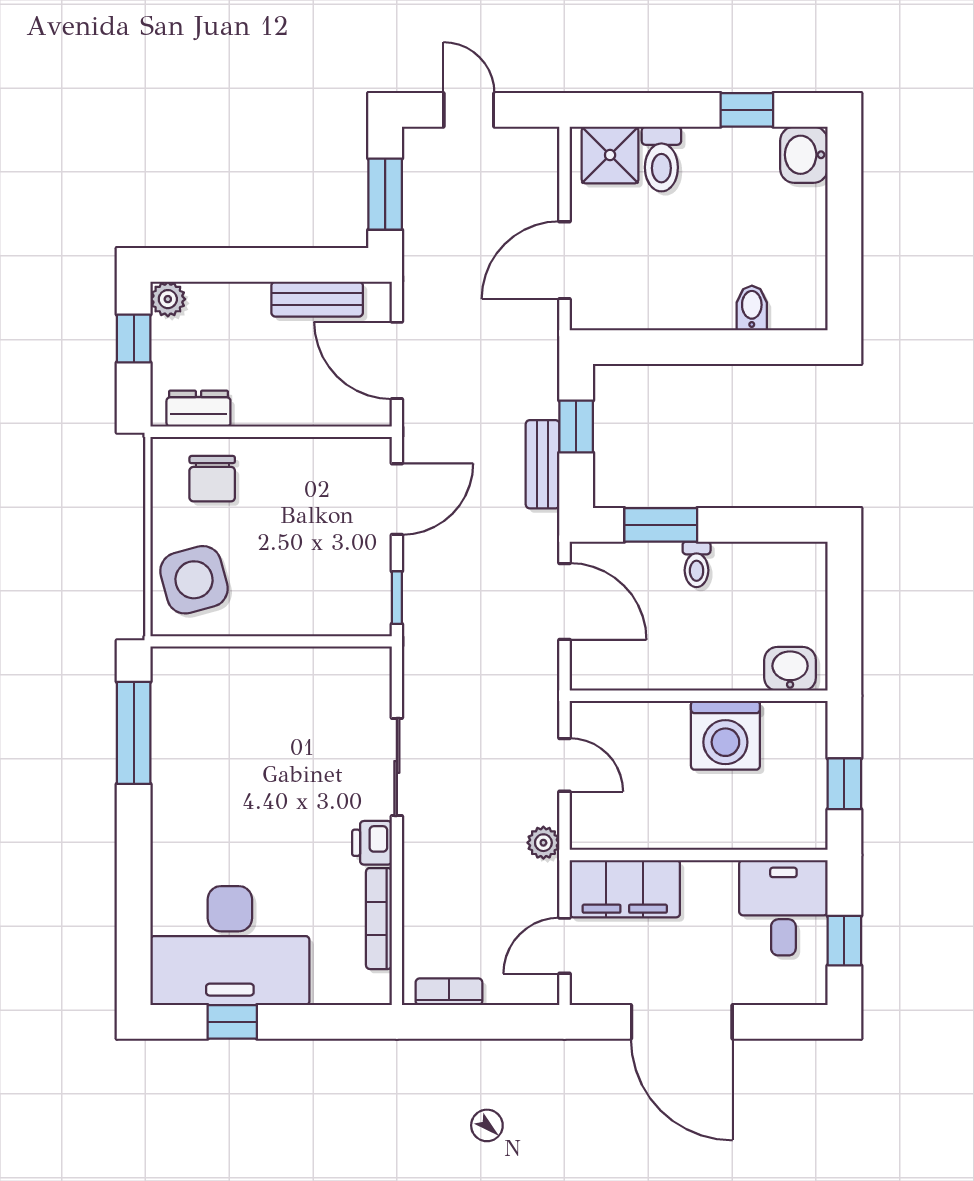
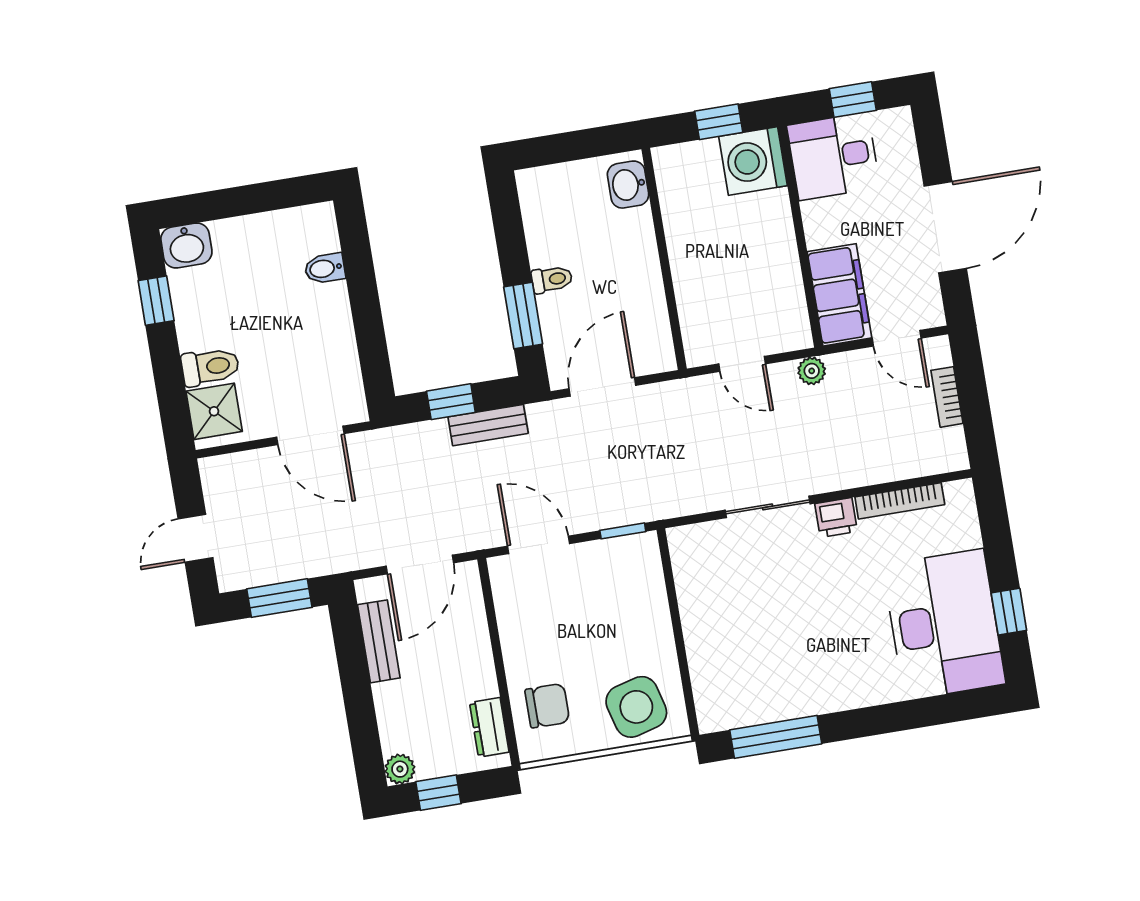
washing machine: (725, 735) -> (753, 161), moved, turned 180
door: (564, 765) -> (742, 364), swing flipped
bookcase: (449, 992) -> (947, 397), moved

